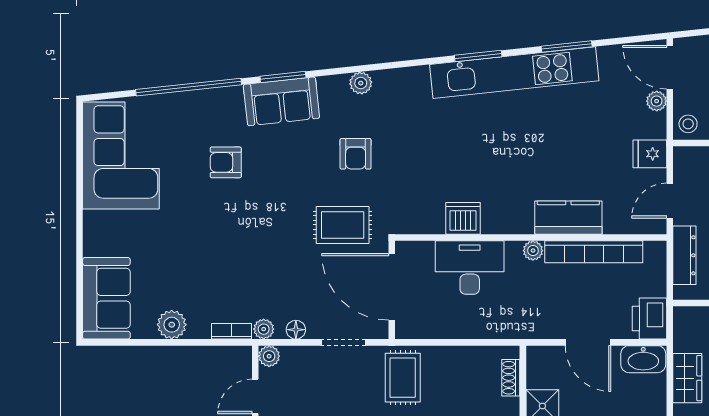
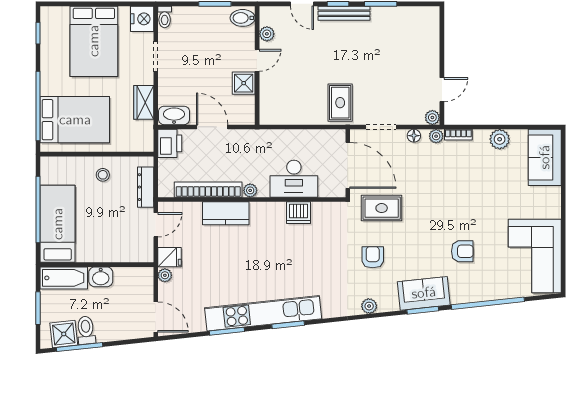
plant: (657, 101) -> (165, 275), moved
stool: (688, 124) -> (143, 278), removed
shoe rack: (511, 378) -> (266, 103), removed

